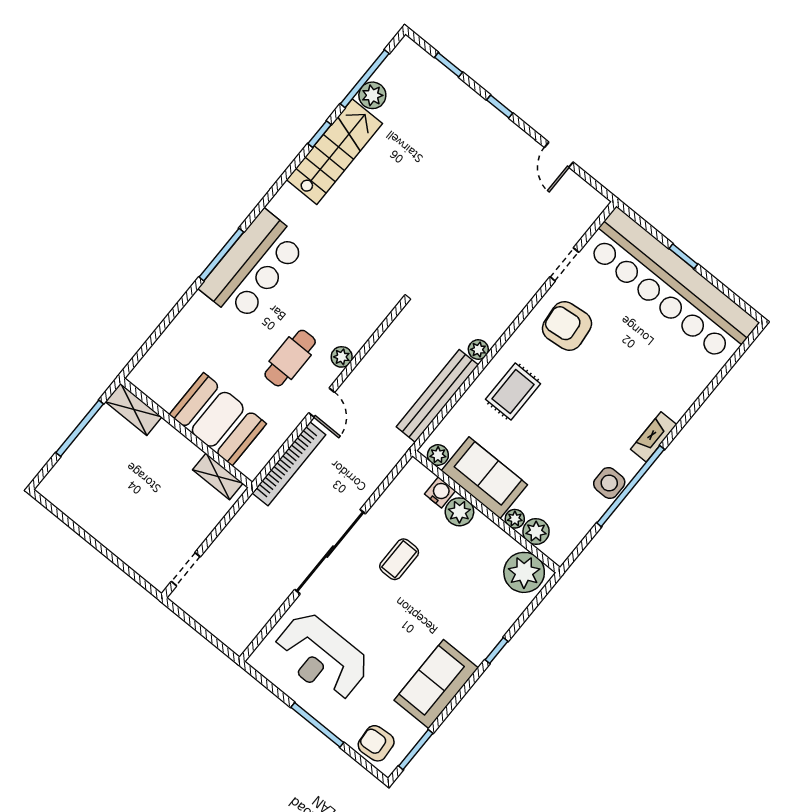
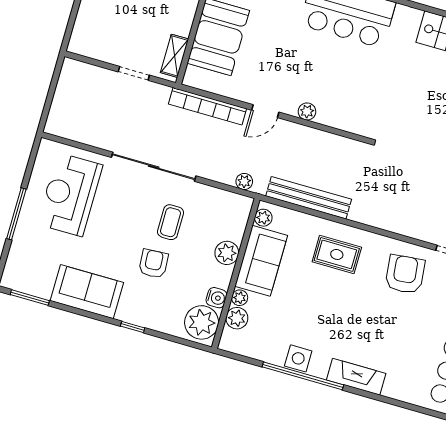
plant: (478, 350) -> (244, 181), moved
cafe table: (290, 358) -> (289, 72), removed
fireplace: (654, 437) -> (356, 377), width x1.37, depth x1.32
water cooler: (440, 492) -> (216, 298), moved
coffee table: (399, 559) -> (171, 222), turned 90
doorway: (186, 569) -> (134, 73), moved
armchair: (376, 743) -> (153, 264), moved

